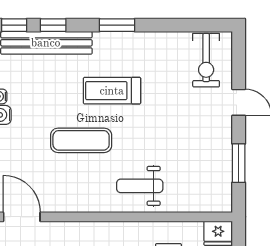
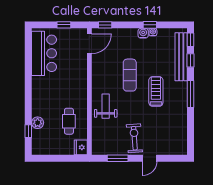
window: (117, 25) -> (190, 94), width x1.44
exercise bike: (206, 60) -> (134, 138), moved, turned 86

